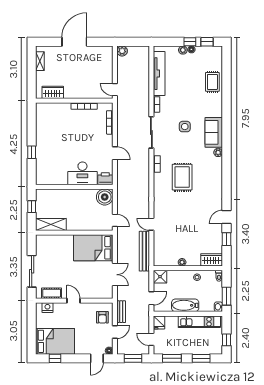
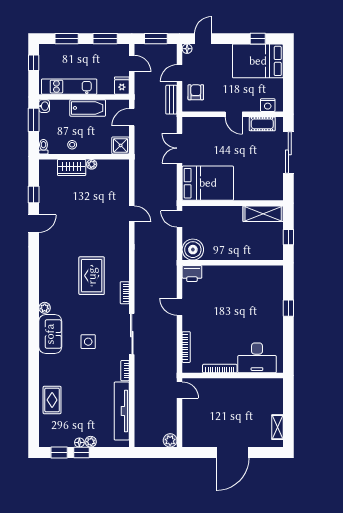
wardrobe: (53, 92) -> (261, 386), removed
desk: (82, 173) -> (257, 358), moved, turned 180
bench: (144, 251) -> (141, 179), removed
wardrobe: (212, 260) -> (72, 167), moved

